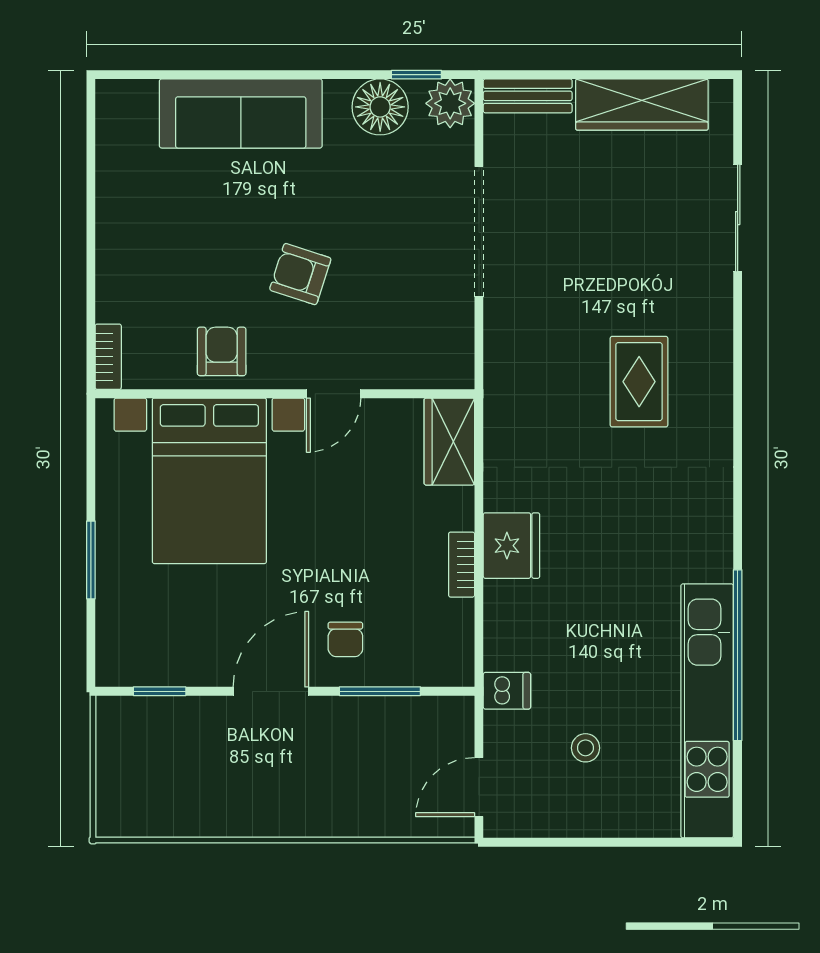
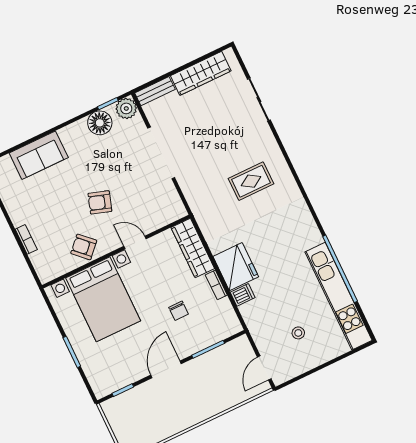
sofa: (241, 113) -> (39, 155), width x0.73
armchair: (222, 351) -> (84, 247), turned -46
bookcase: (108, 357) -> (26, 239), moved
rug: (639, 382) -> (251, 181), turned 90
door: (334, 394) -> (135, 243), swing flipped
wardrobe: (449, 442) -> (193, 248), width x1.50
fridge: (511, 546) -> (236, 267), width x1.36, depth x1.34
chair: (345, 639) -> (178, 311), moved
dishwasher: (507, 691) -> (243, 295), moved

